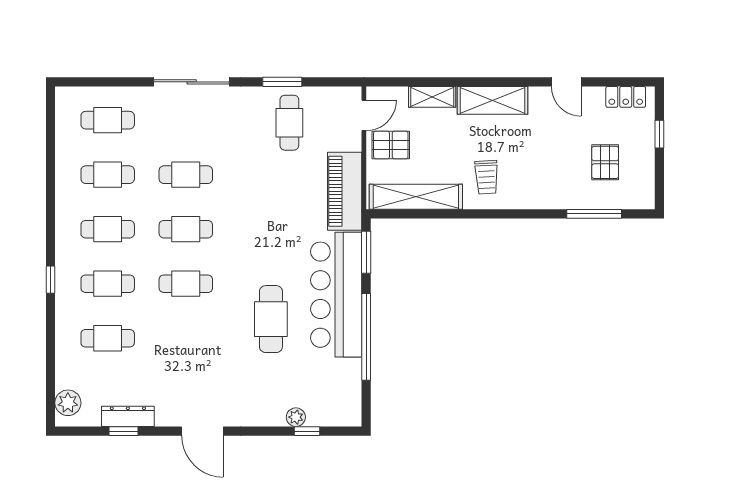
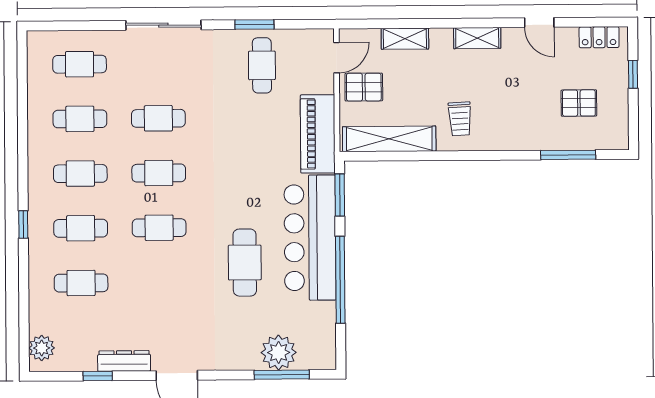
shelving: (493, 100) -> (477, 38), width x0.67, depth x0.75
pallet: (605, 162) -> (579, 103), turned 90
dresser: (128, 416) -> (124, 361), moved
plant: (296, 417) -> (279, 352), width x1.87, depth x1.87
window: (307, 431) -> (282, 375), width x2.17

